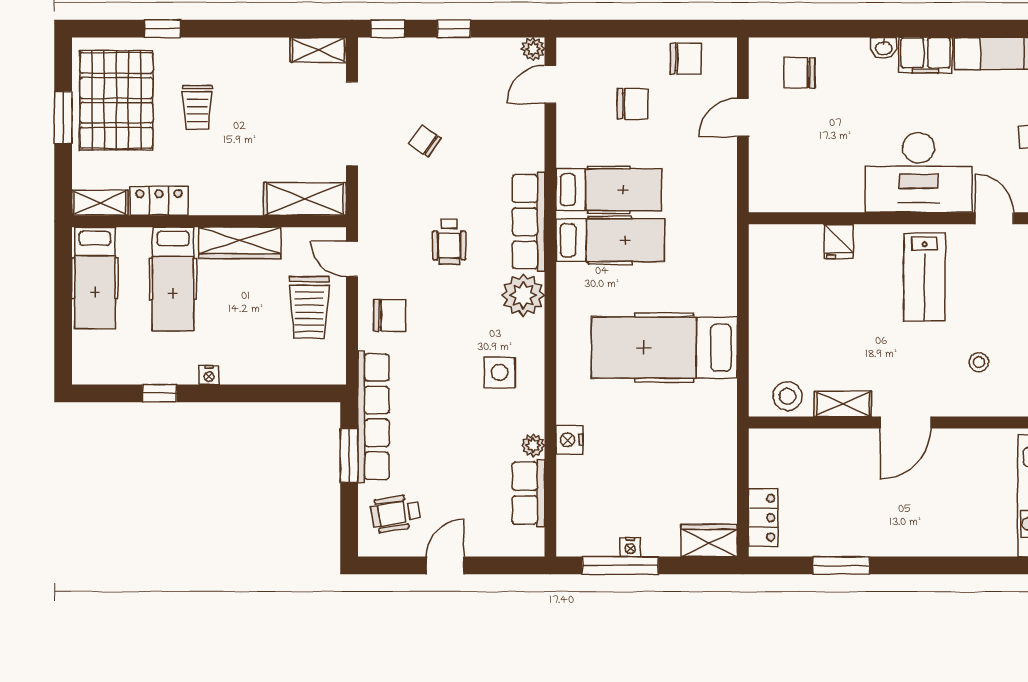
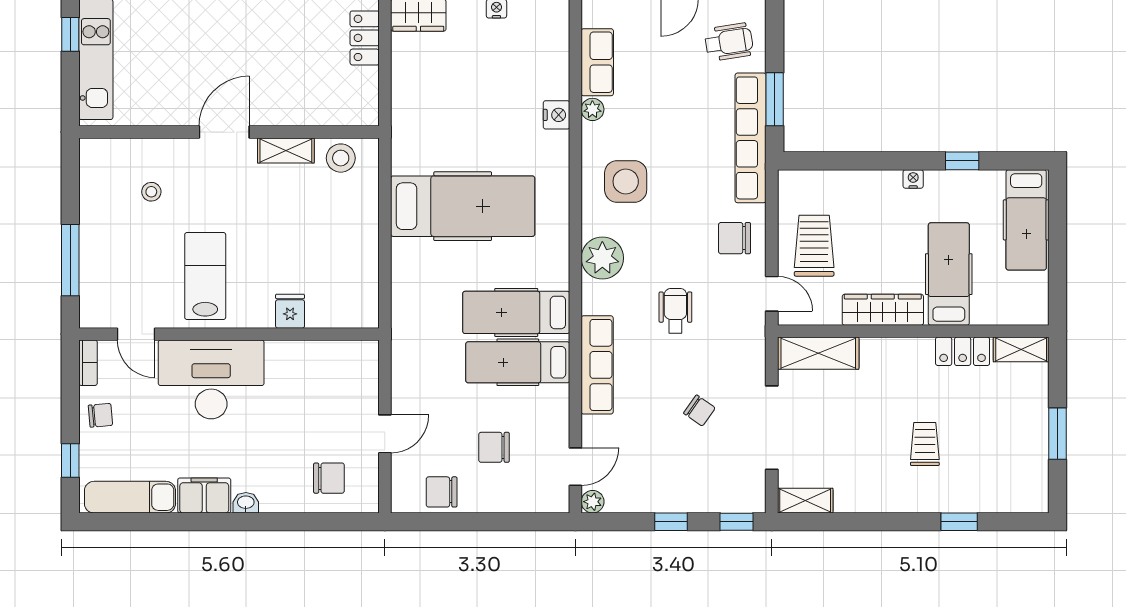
pallet: (116, 100) -> (1005, 451), removed
row of seats: (528, 222) -> (597, 365), moved
hospital bed: (95, 278) -> (1026, 220), moved, turned 180
side table: (500, 372) -> (626, 181), width x1.37, depth x1.37

